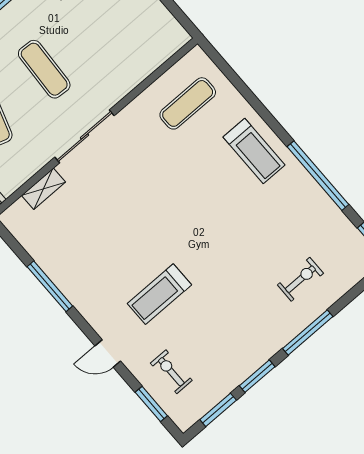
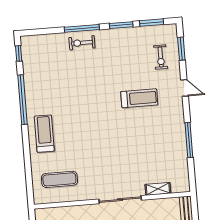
exercise bike: (300, 279) -> (82, 43), moved

